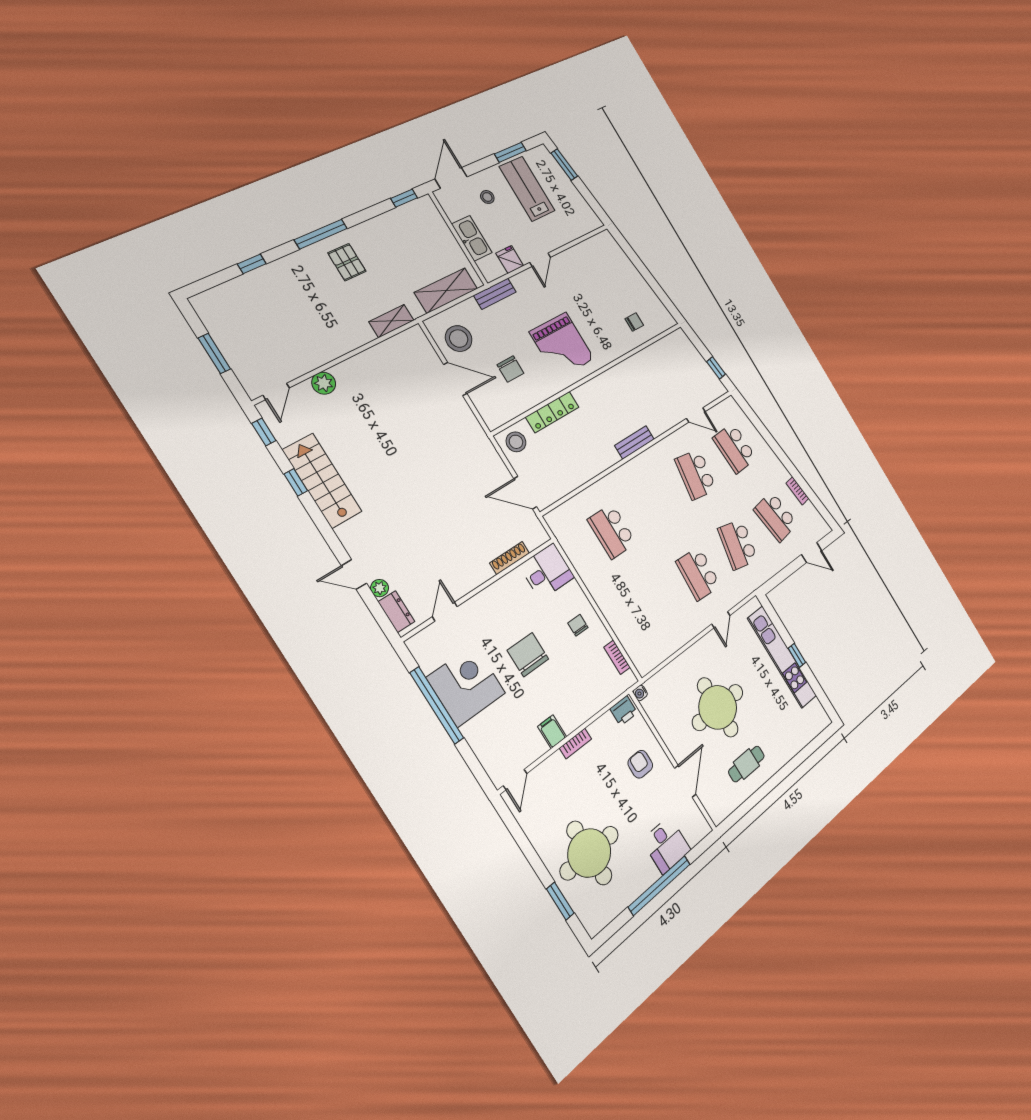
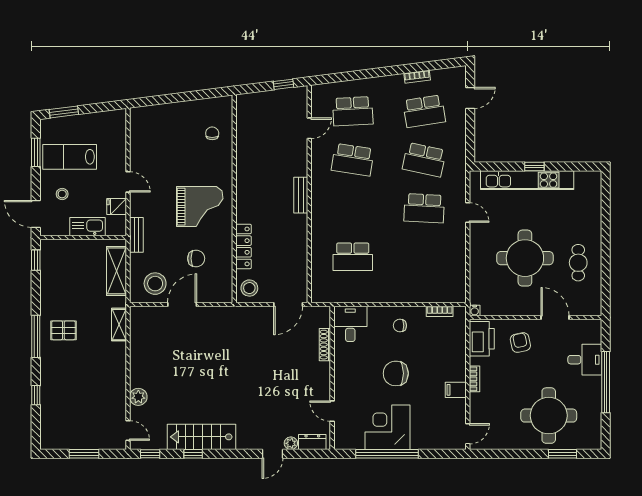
printer: (624, 711) -> (482, 339), width x1.87, depth x1.48
armchair: (640, 764) -> (520, 343), turned 78
door: (515, 780) -> (468, 434), hinge flipped

